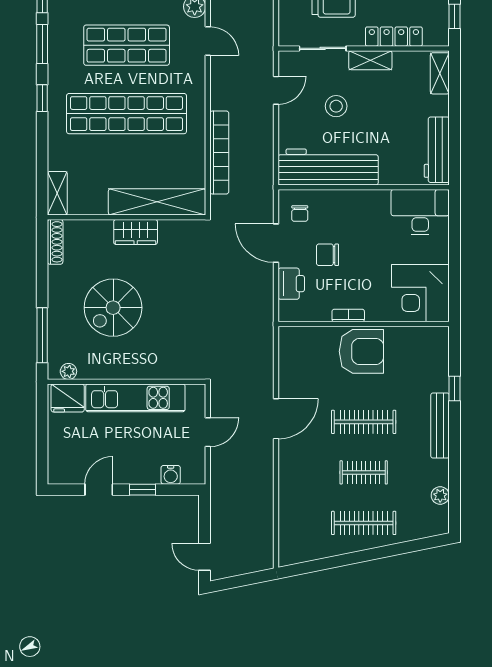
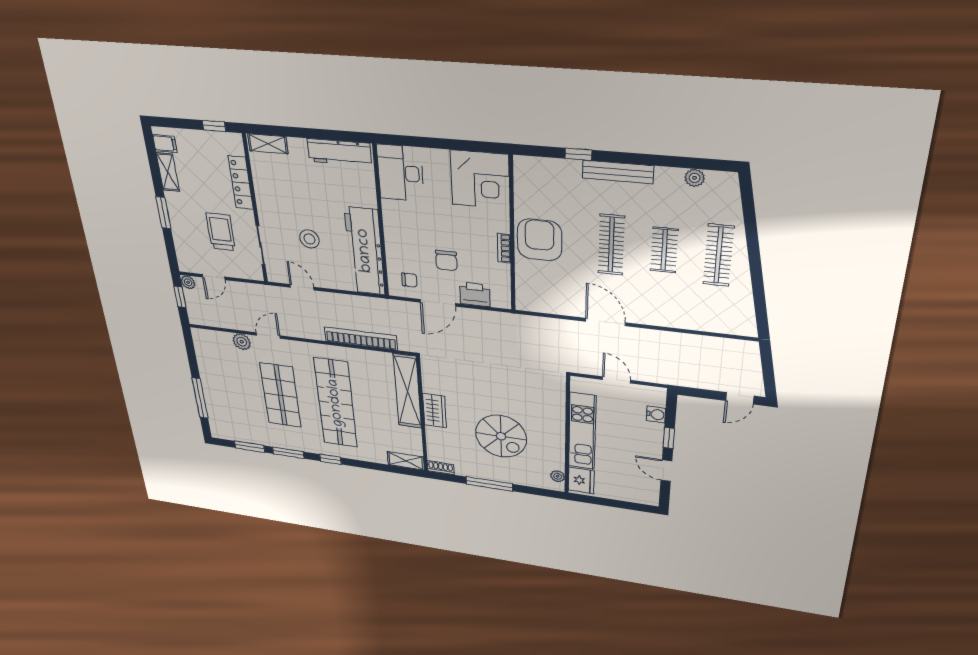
shelving: (370, 60) -> (265, 205), removed
shoe rack: (55, 242) -> (441, 468), width x0.70
window: (42, 335) -> (489, 484), moved

